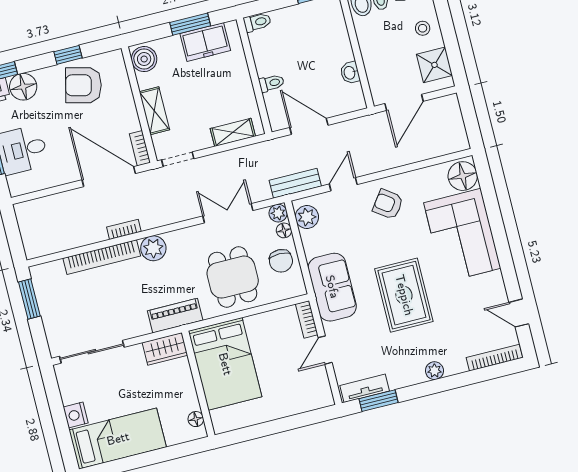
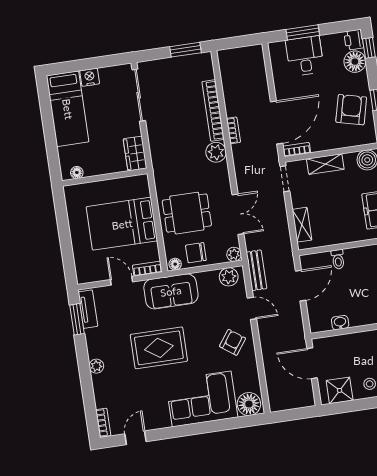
floor lamp: (284, 230) -> (175, 264), moved
piano: (175, 316) -> (161, 164), removed
bookcase: (495, 358) -> (103, 423), width x0.64
bed: (225, 364) -> (122, 224), moved

